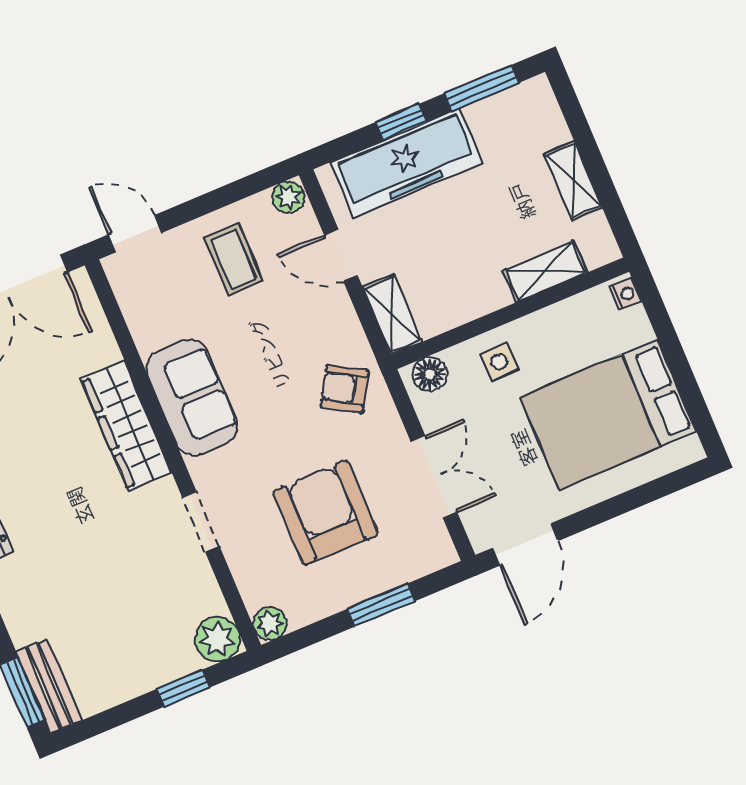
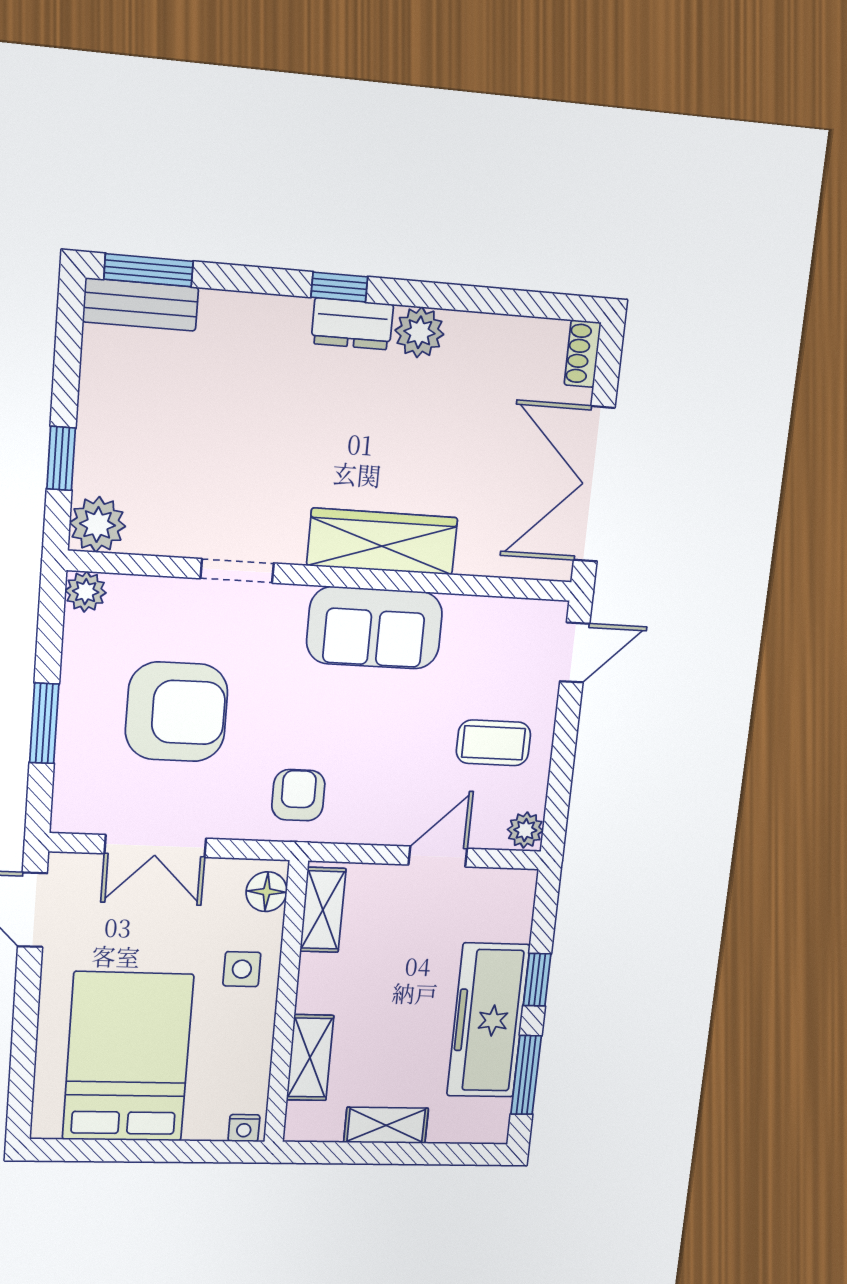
freezer: (406, 163) -> (488, 1020), moved
shelving: (392, 315) -> (323, 910), moved, turned 90
armchair: (345, 389) -> (298, 795), turned -31

